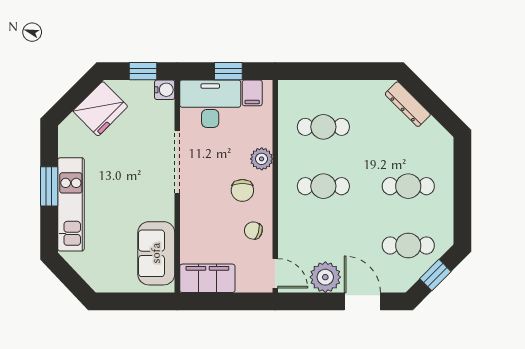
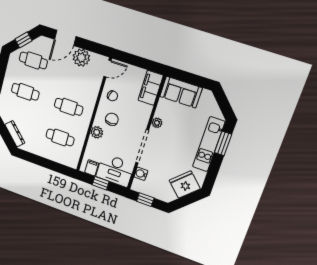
water cooler: (165, 90) -> (141, 174), moved
fridge: (100, 109) -> (185, 185), moved
window: (49, 186) -> (223, 143), moved
plant: (165, 211) -> (157, 123), added
sofa: (156, 253) -> (181, 92), moved, turned 90
door: (275, 273) -> (107, 68), swing flipped
filing cabinet: (207, 278) -> (151, 88), moved, turned 90
door: (362, 301) -> (65, 38), hinge flipped

